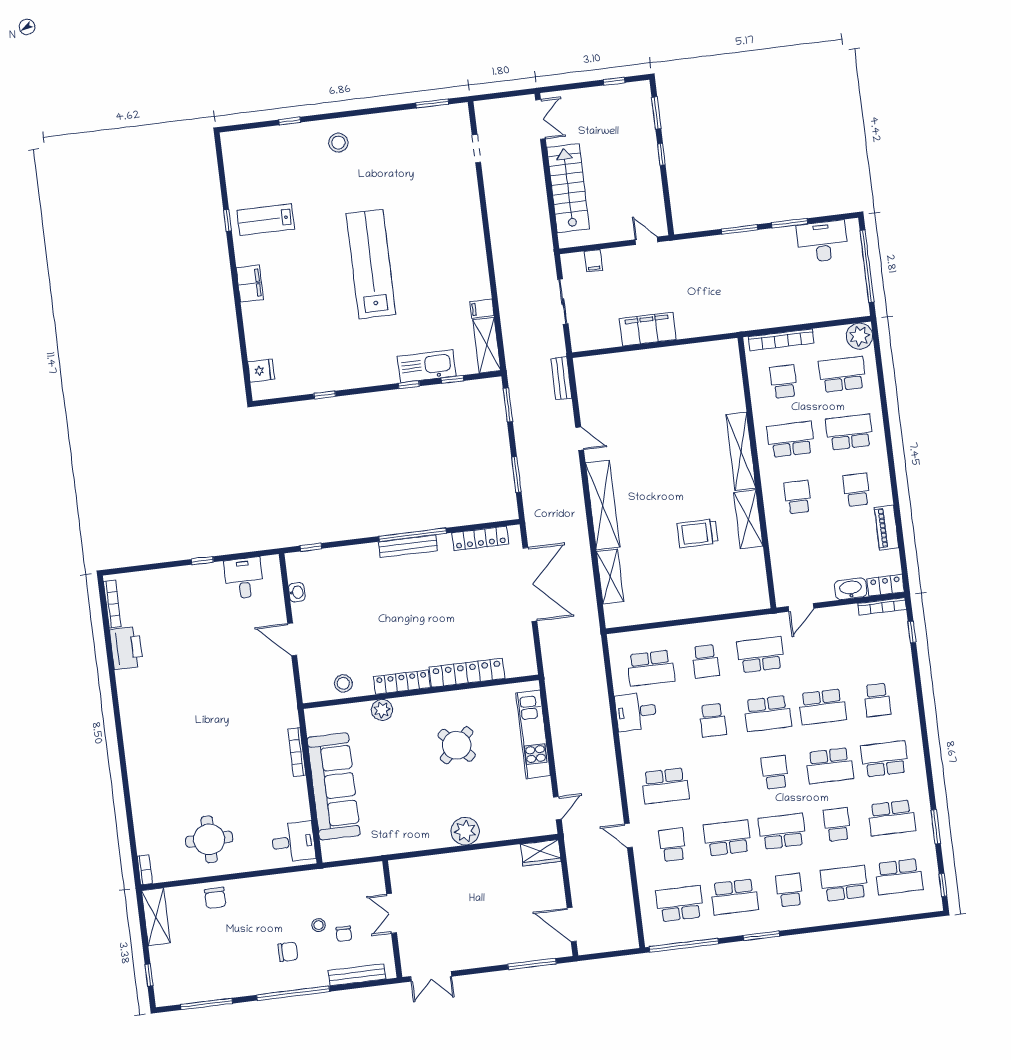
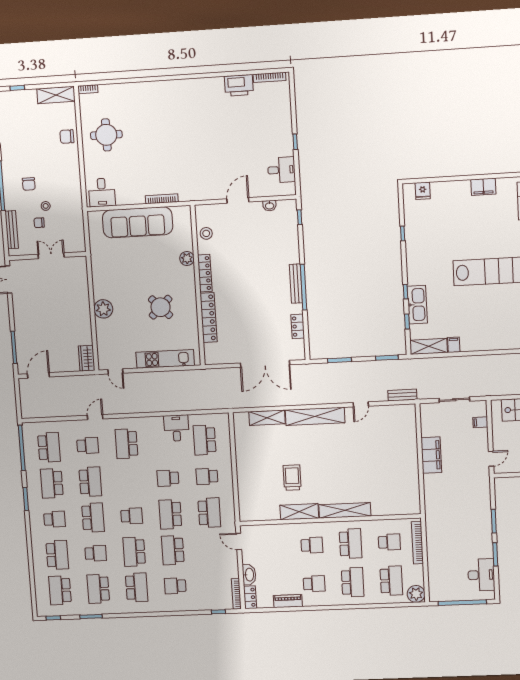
locker: (480, 538) -> (298, 326), width x0.66

